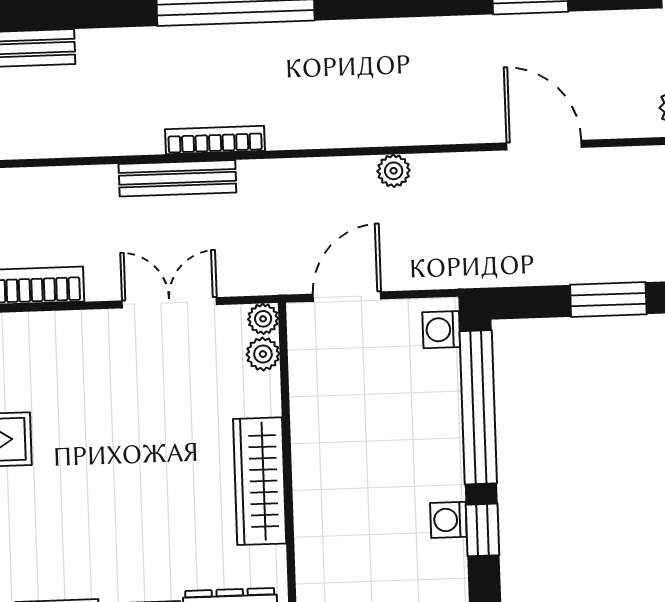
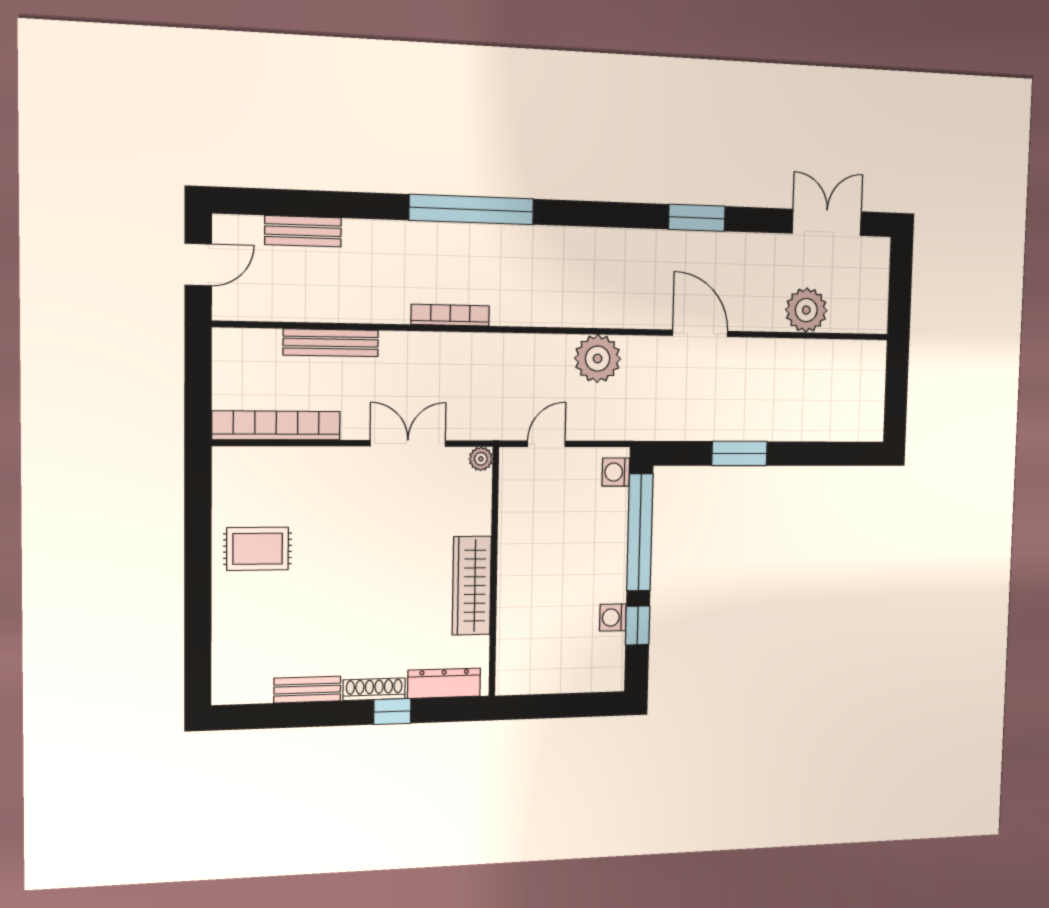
plant: (394, 171) -> (598, 359), width x1.88, depth x1.88
bench: (177, 178) -> (331, 343), moved
door: (347, 297) -> (546, 444), width x0.73
plant: (263, 354) -> (479, 486), removed

